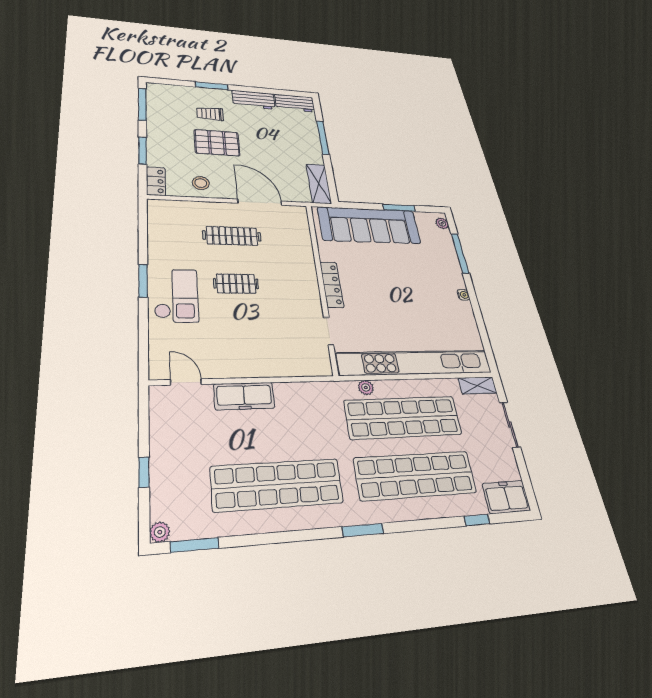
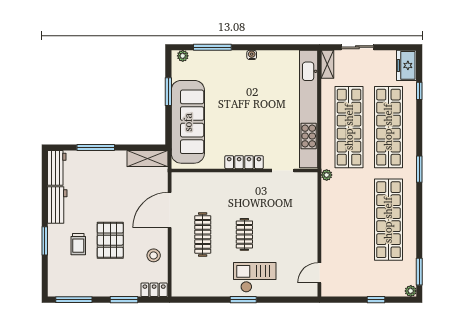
plant: (366, 388) -> (327, 175), moved
freezer: (244, 396) -> (330, 236), removed

